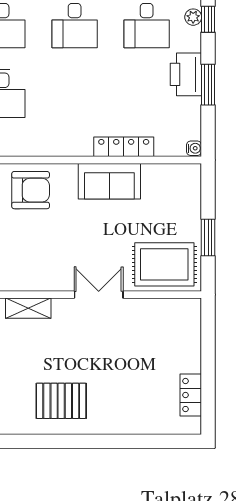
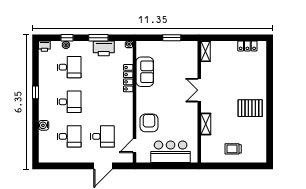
printer: (186, 74) -> (104, 48), moved
sofa: (109, 181) -> (145, 72), moved
rug: (164, 264) -> (185, 59), removed
shelving: (180, 308) -> (205, 51), added
pallet: (61, 401) -> (250, 108), turned 90

